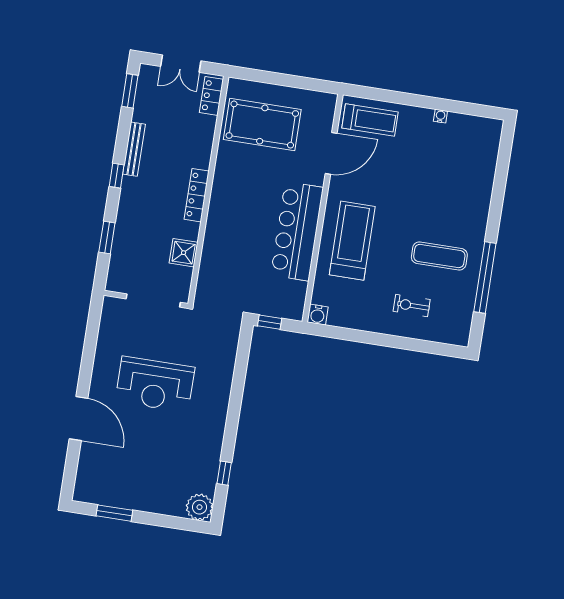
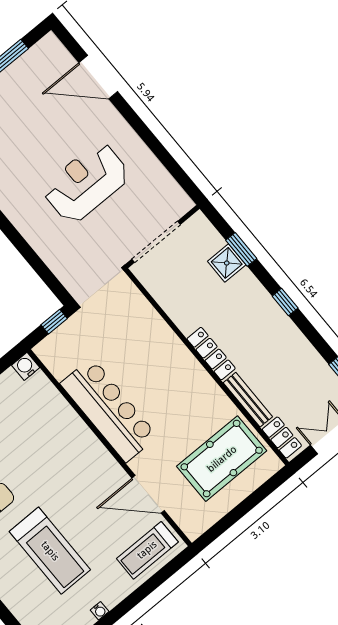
bench: (134, 149) -> (248, 400), moved
door: (331, 153) -> (148, 494), hinge flipped
treadmill: (352, 241) -> (50, 551), moved
shower: (184, 253) -> (227, 263), moved
door: (79, 419) -> (98, 77), moved

